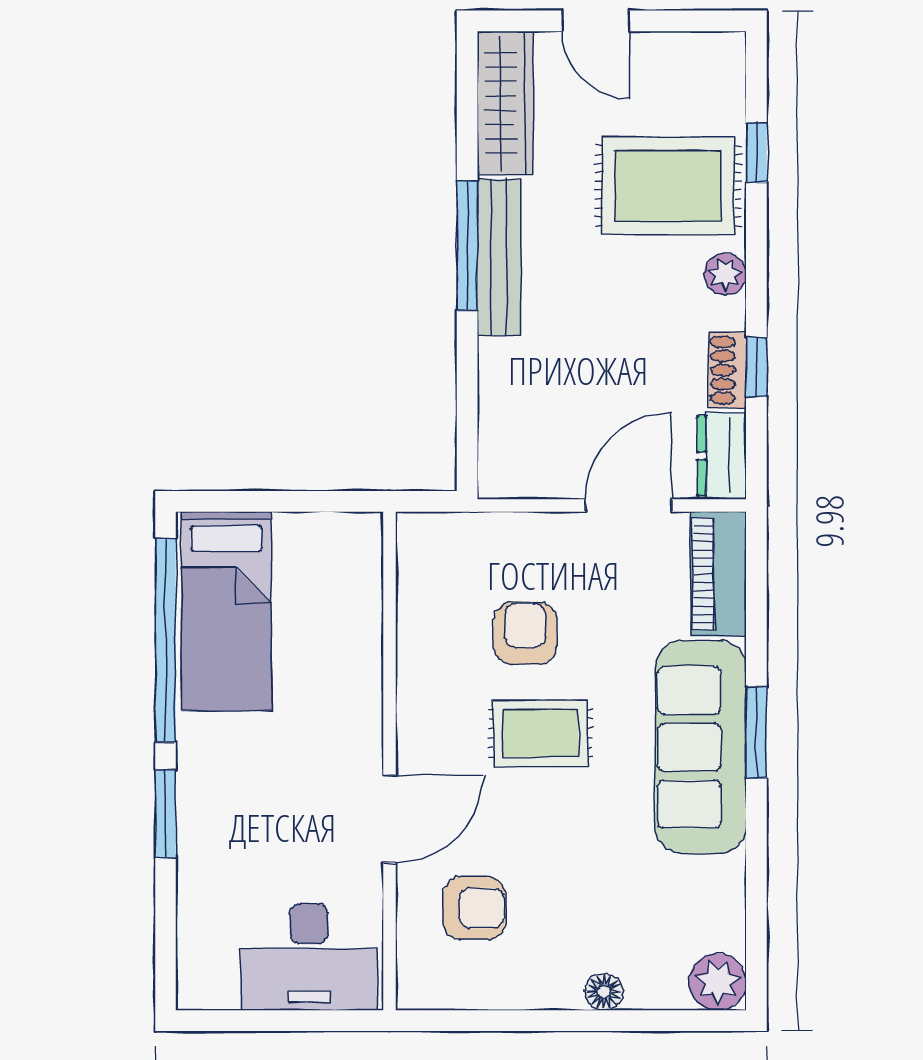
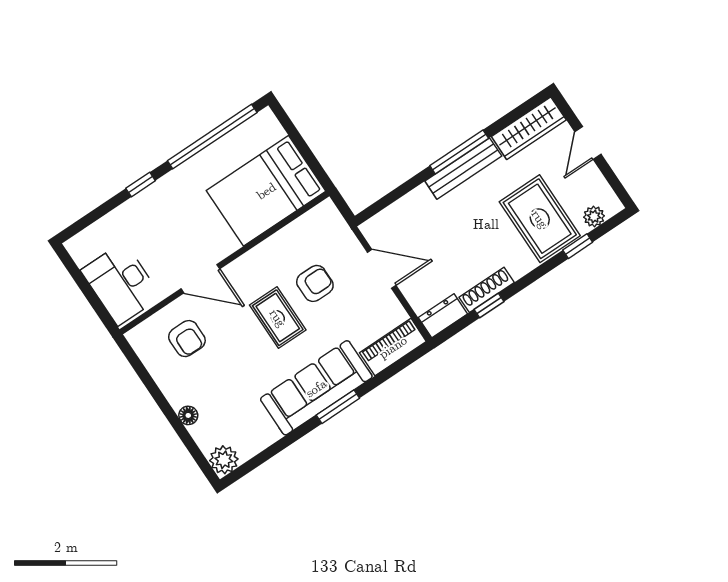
plant: (725, 274) -> (594, 217), moved
shoe rack: (728, 370) -> (487, 290), width x1.43
door: (629, 505) -> (382, 269), moved
bed: (226, 611) -> (266, 191), moved, width x1.50
window: (165, 813) -> (141, 185), width x0.67

